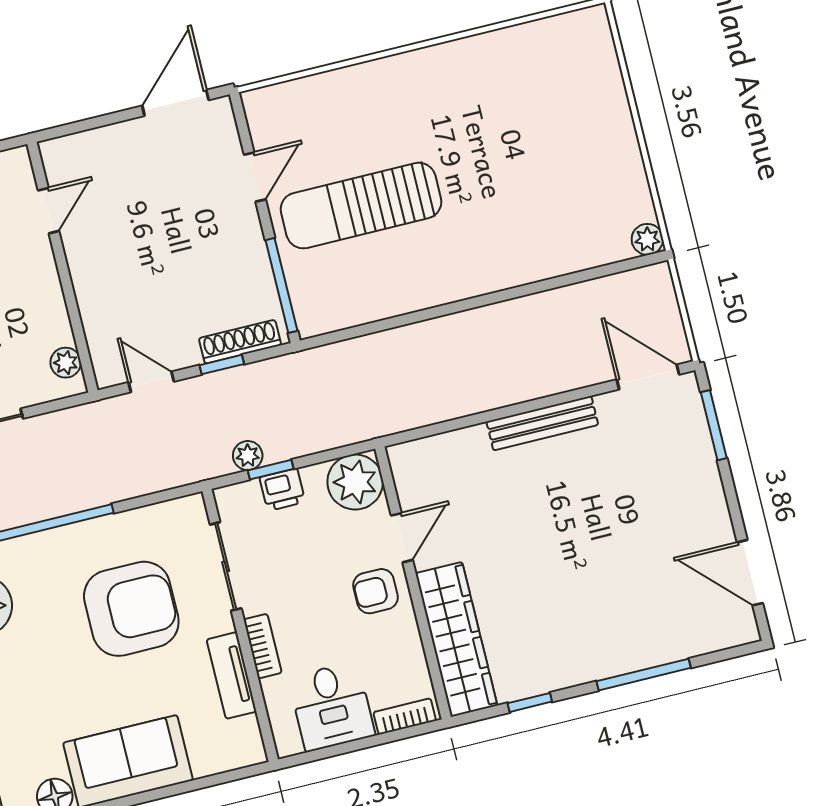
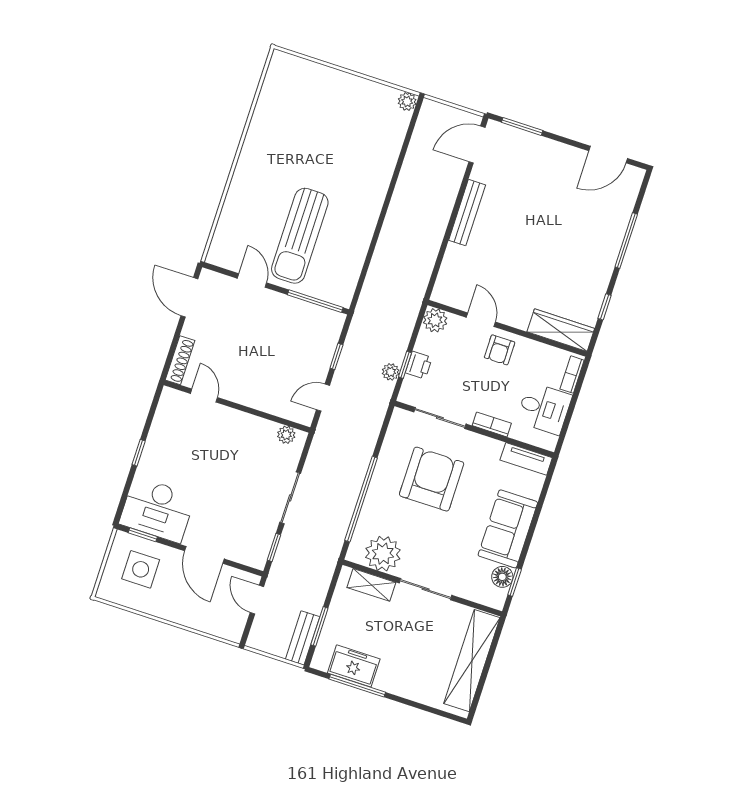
shoe rack: (240, 342) -> (180, 360), moved, turned 180
plant: (355, 482) -> (435, 320), width x0.73, depth x0.73
wardrobe: (456, 639) -> (561, 330), width x0.71, depth x0.85
tv unit: (232, 675) -> (526, 459), moved

